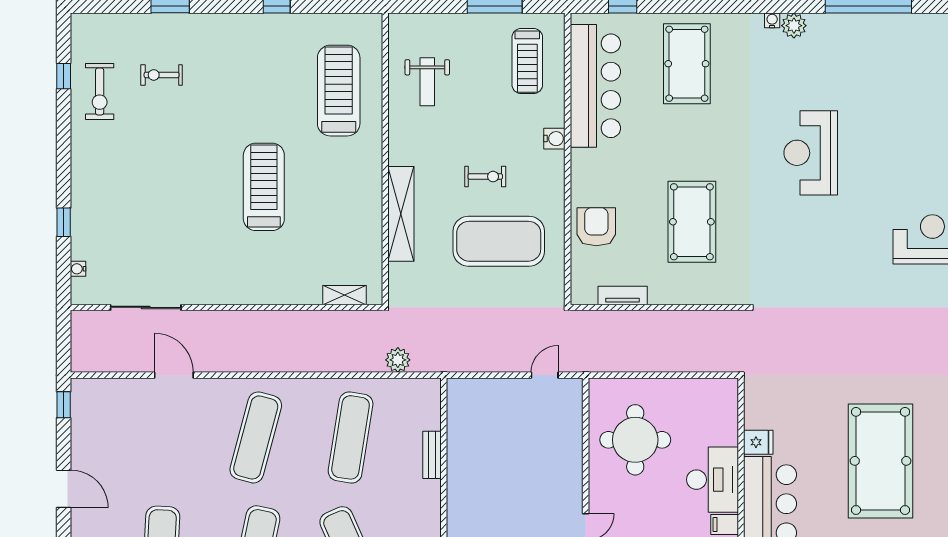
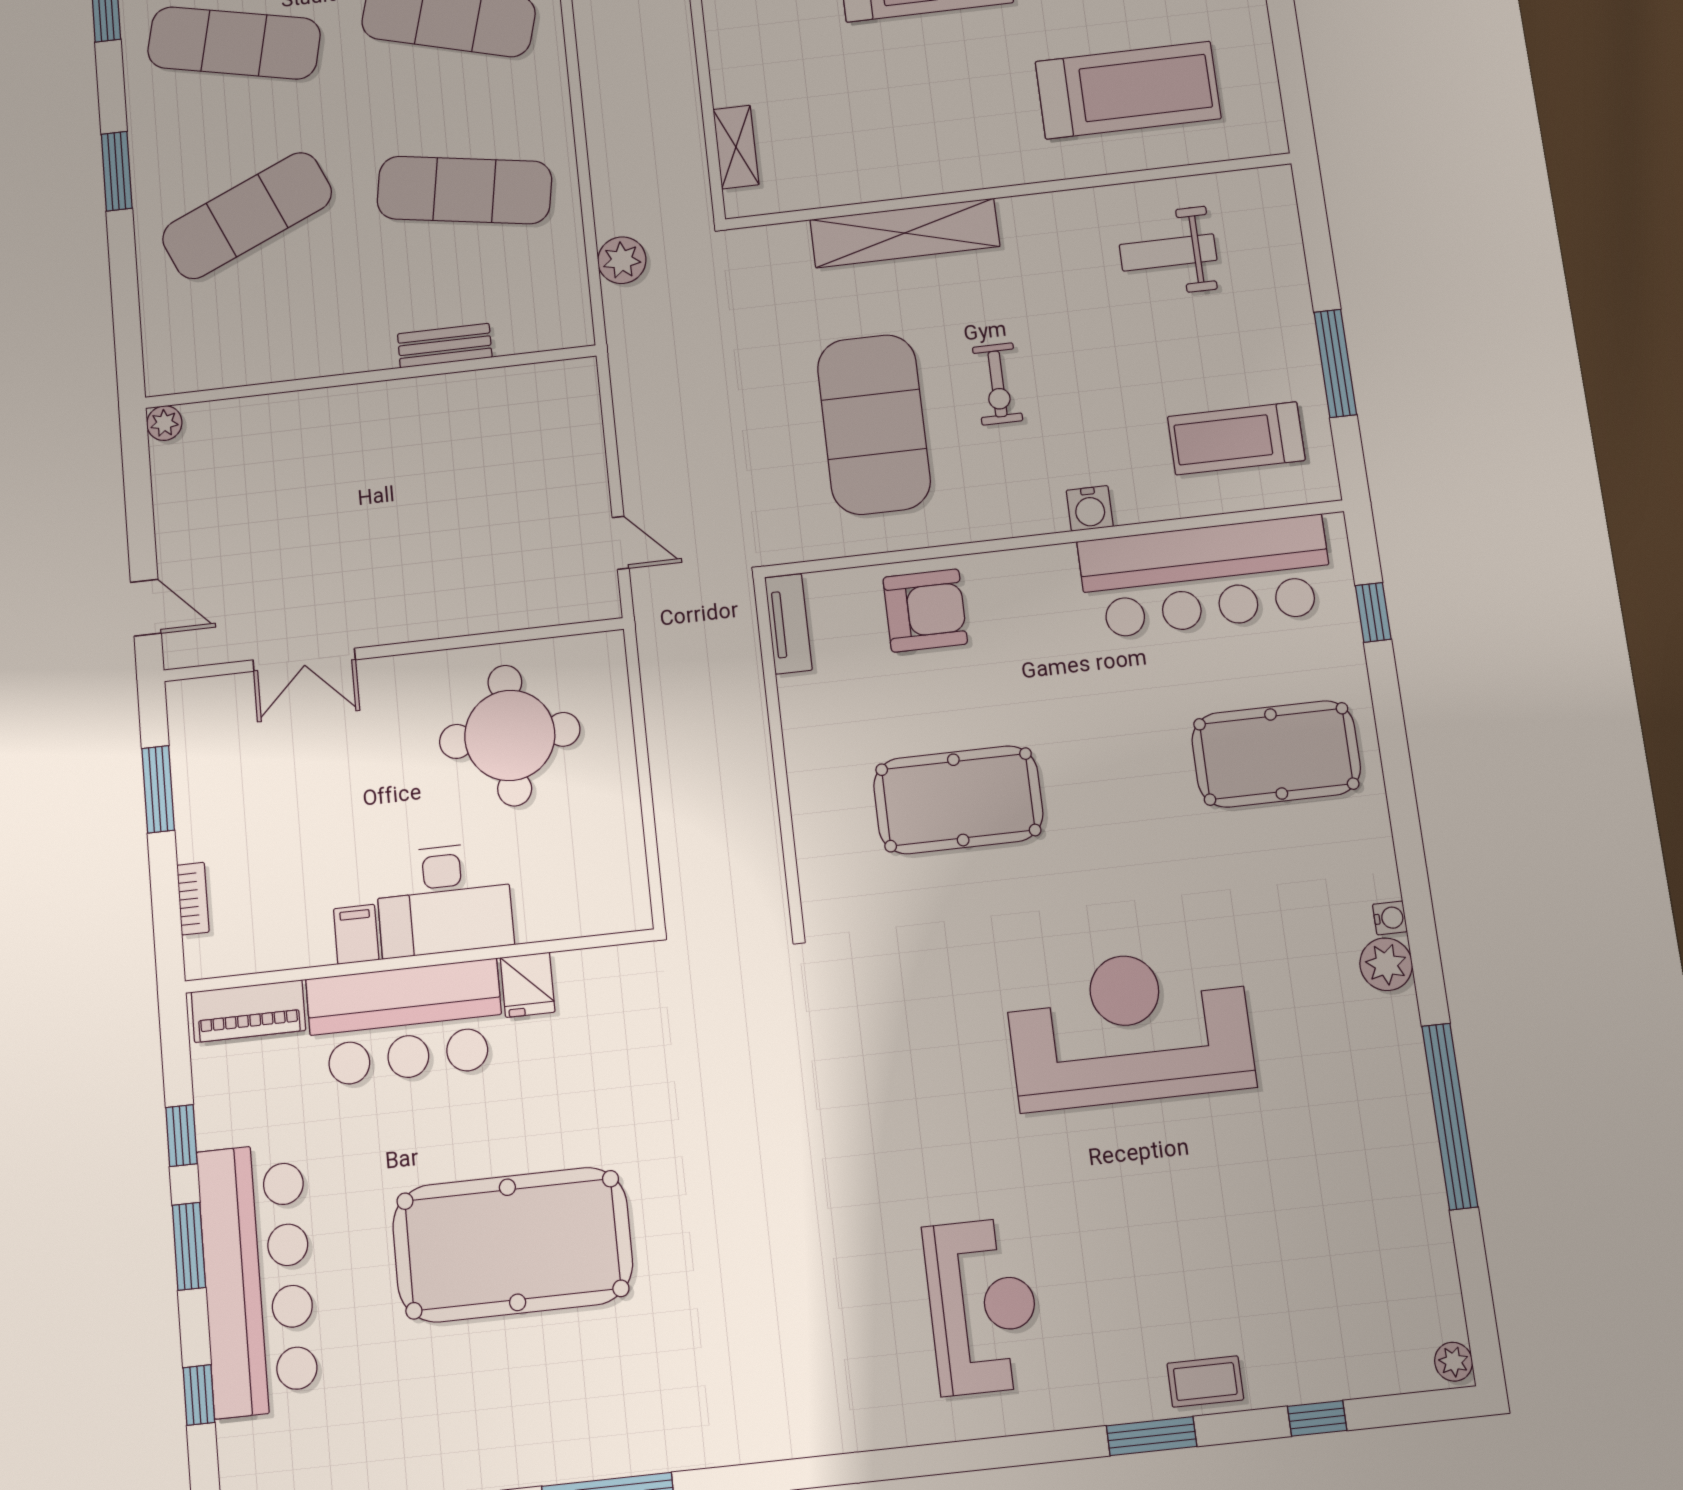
reception desk: (811, 153) -> (1129, 1028), width x1.36, depth x1.30
tv unit: (623, 295) -> (788, 624), moved

